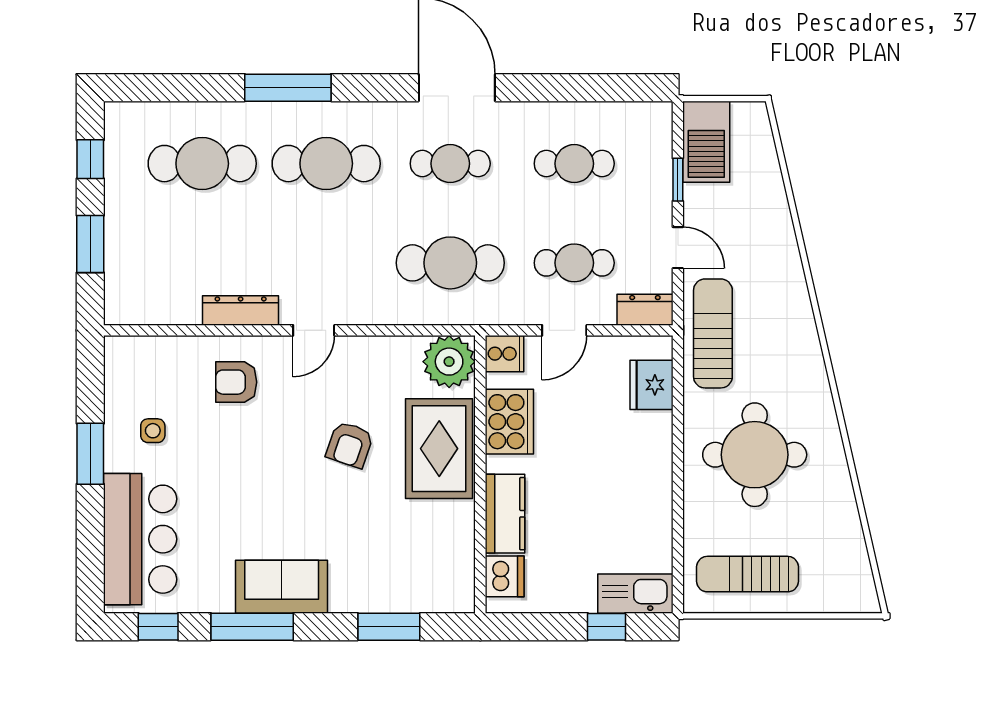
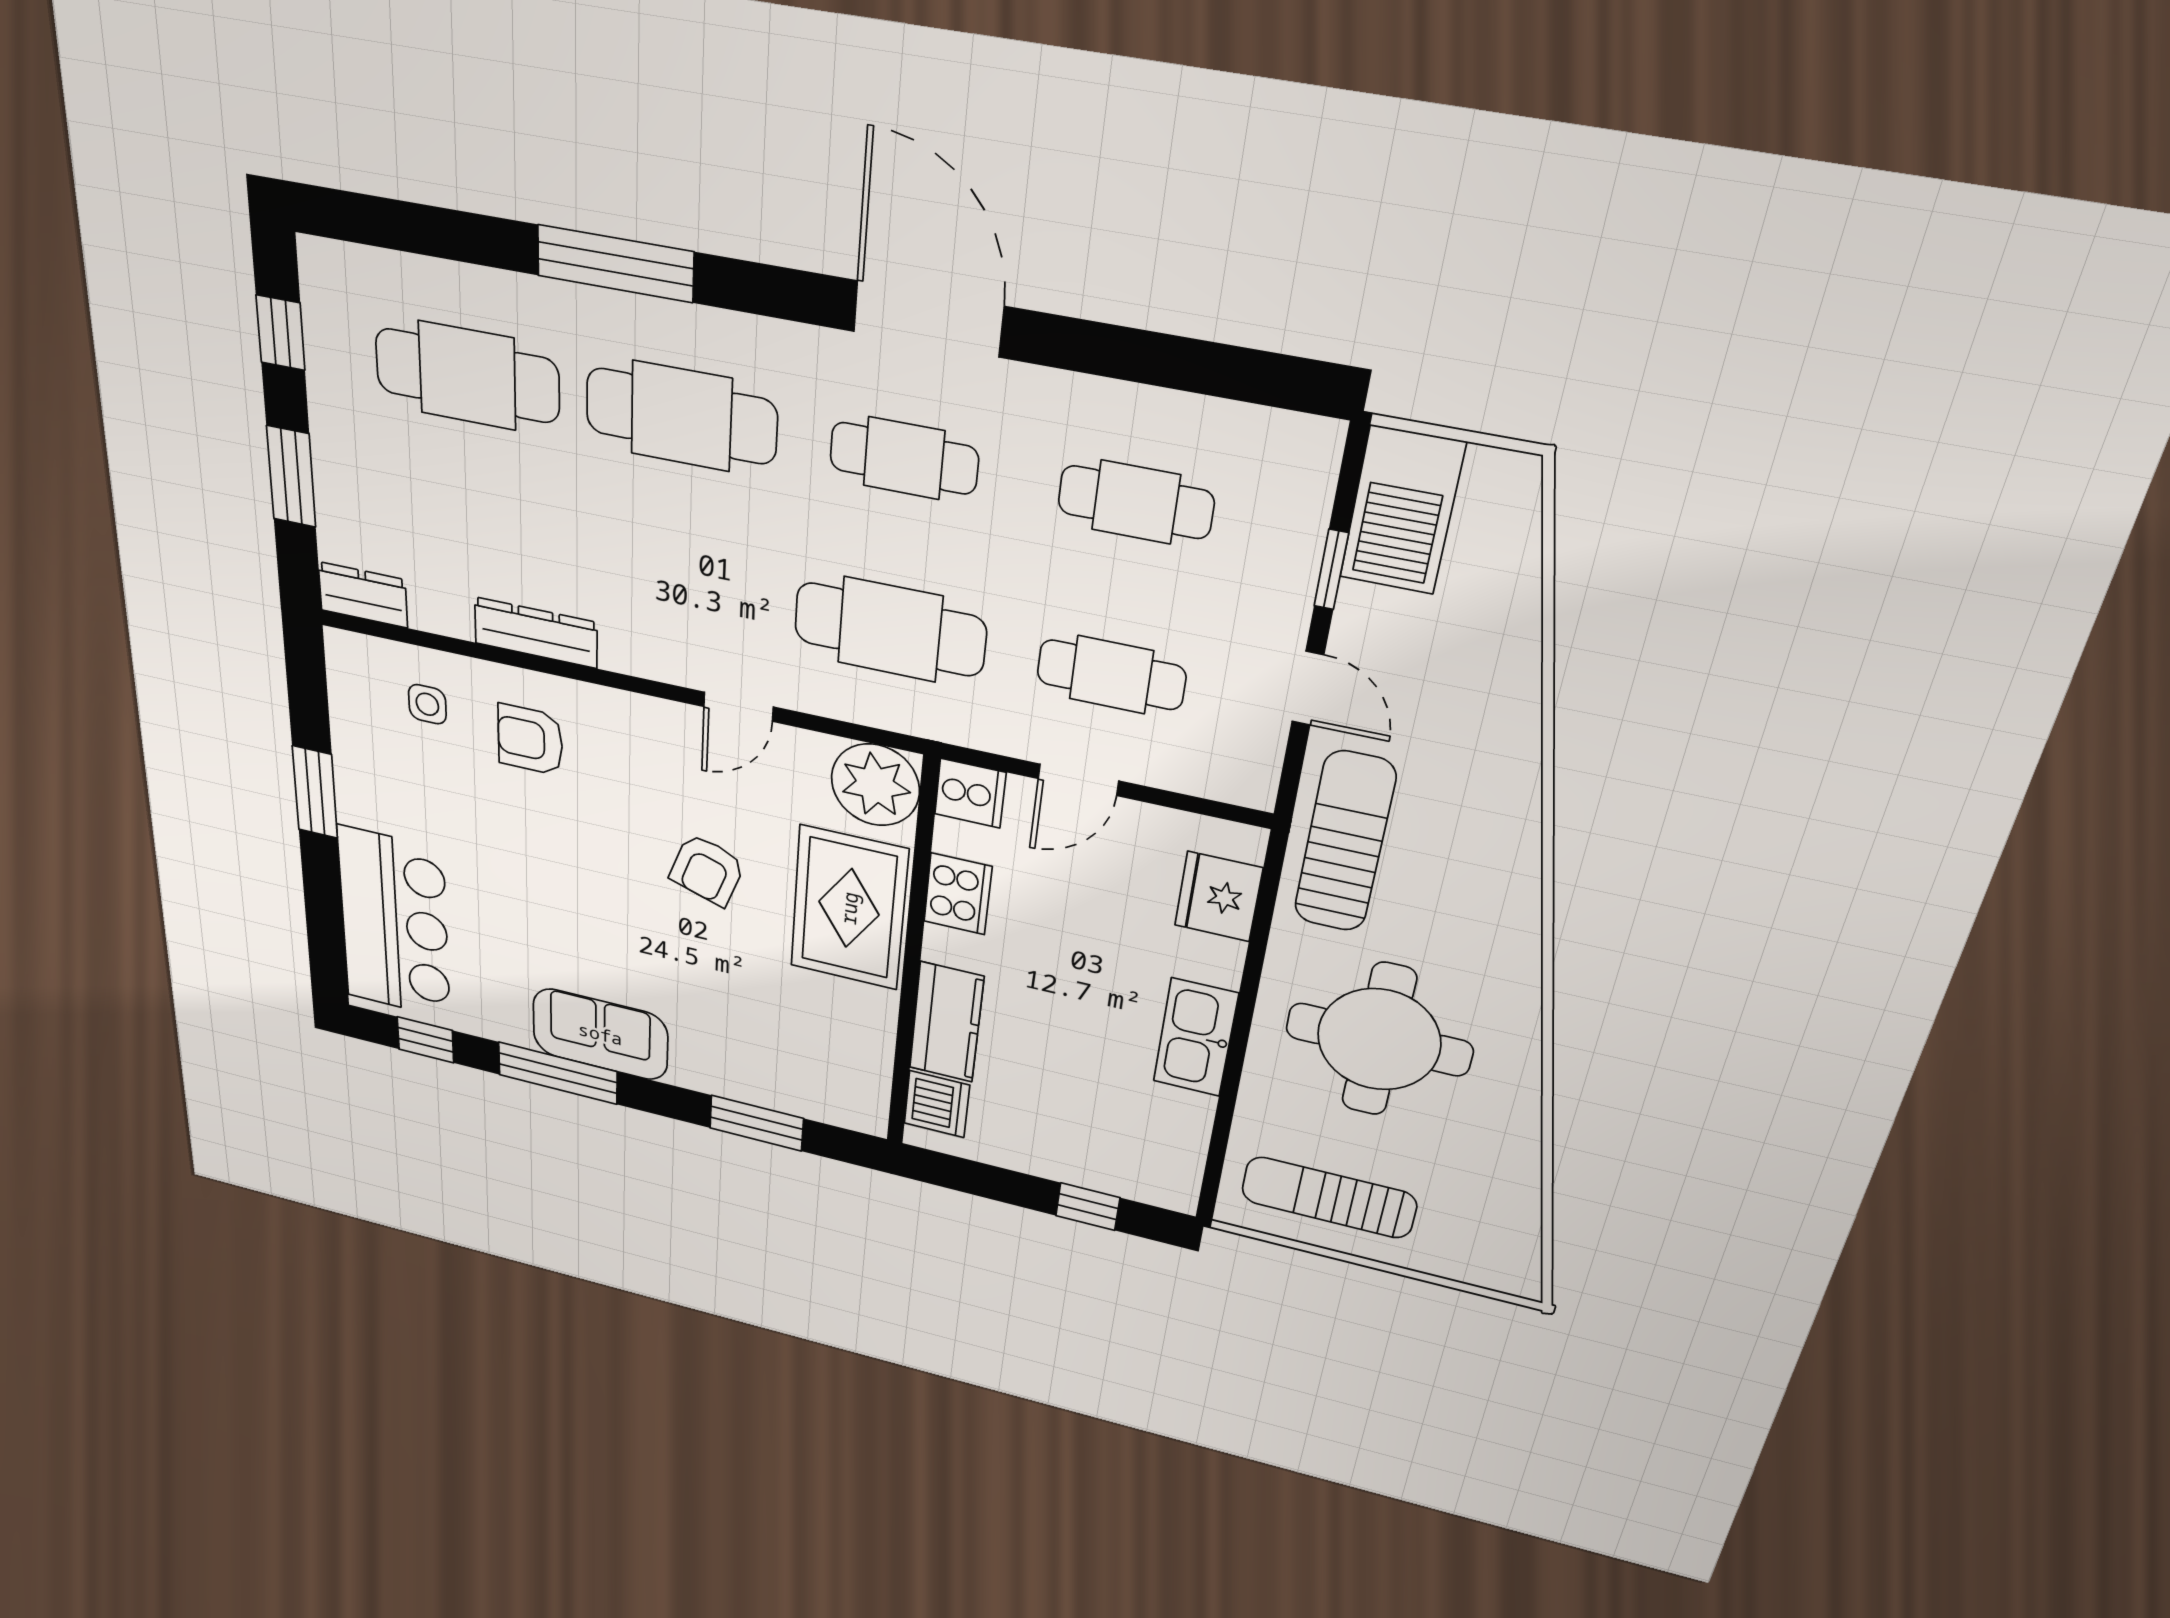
dresser: (645, 310) -> (363, 595), moved
door: (314, 330) -> (738, 707), moved
cooker: (509, 422) -> (958, 894), width x0.73, depth x0.76
side table: (153, 431) -> (427, 704), moved
kitchen sink: (635, 594) -> (1196, 1037), moved, turned -90

